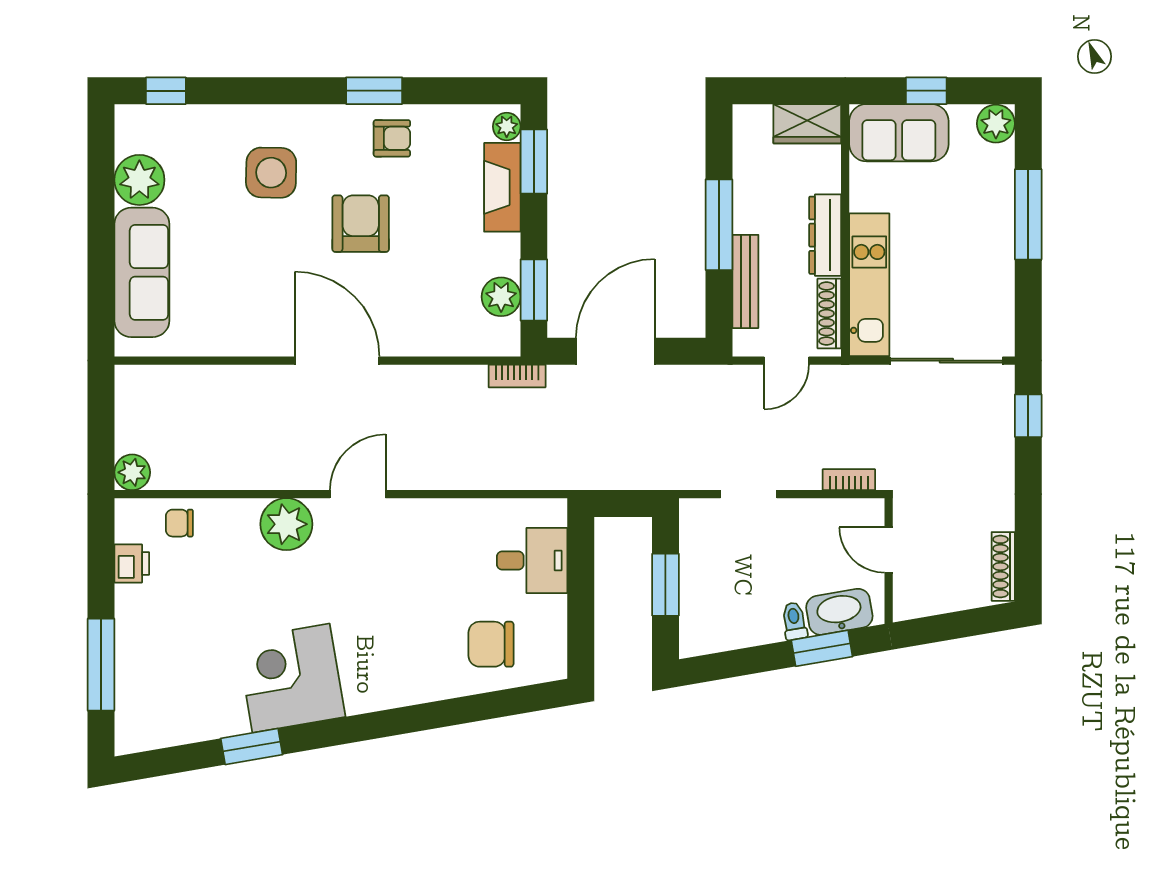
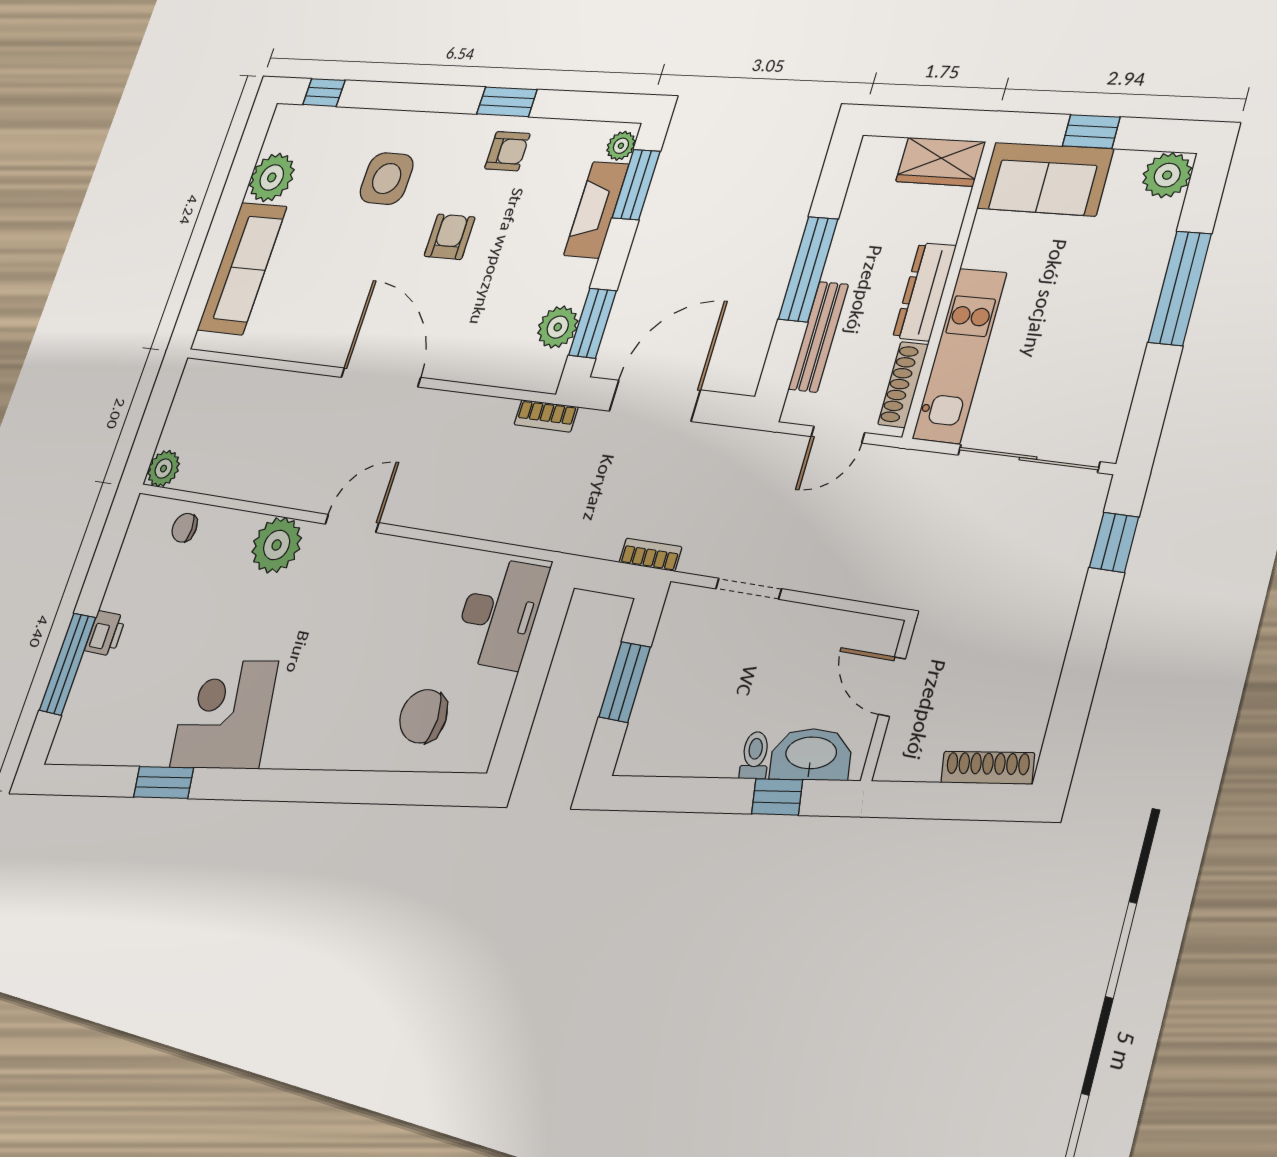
armchair: (361, 224) -> (450, 237), width x0.72, depth x0.72
bookcase: (849, 480) -> (650, 555), moved
desk: (532, 561) -> (499, 613), width x1.37
printer: (132, 564) -> (105, 633), moved
shoe rack: (1003, 566) -> (988, 768), moved, turned 80
window: (822, 648) -> (777, 797), width x0.67

